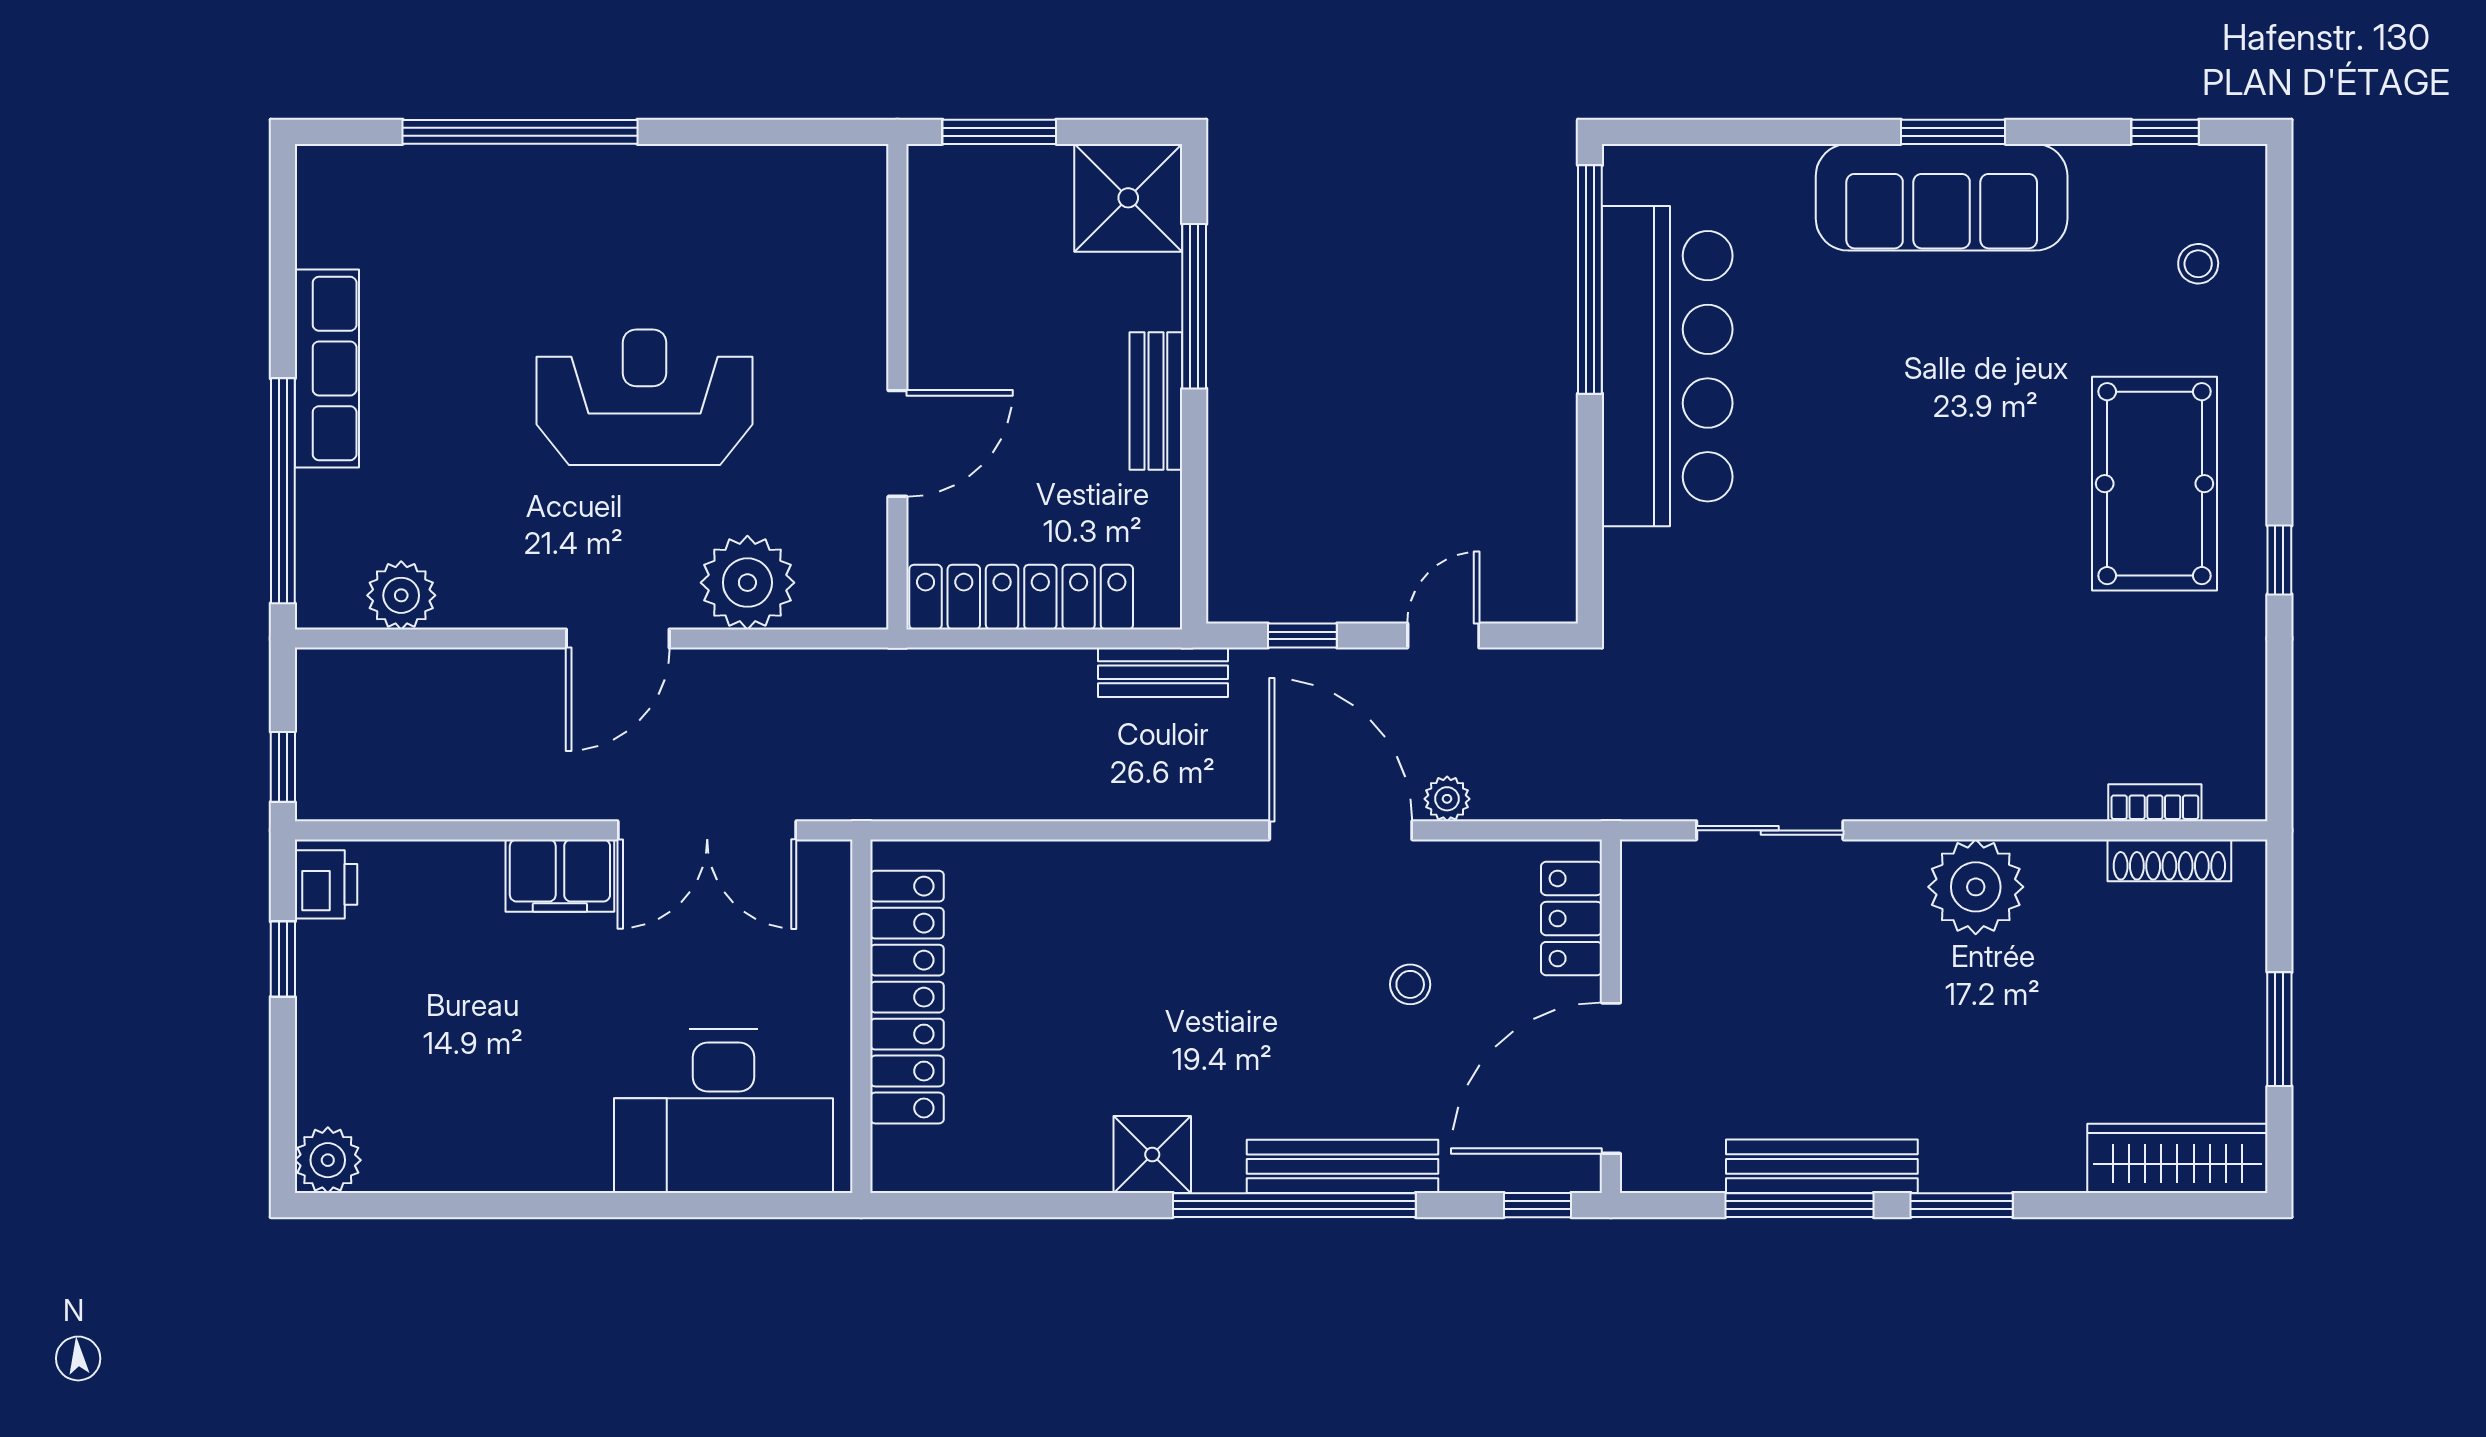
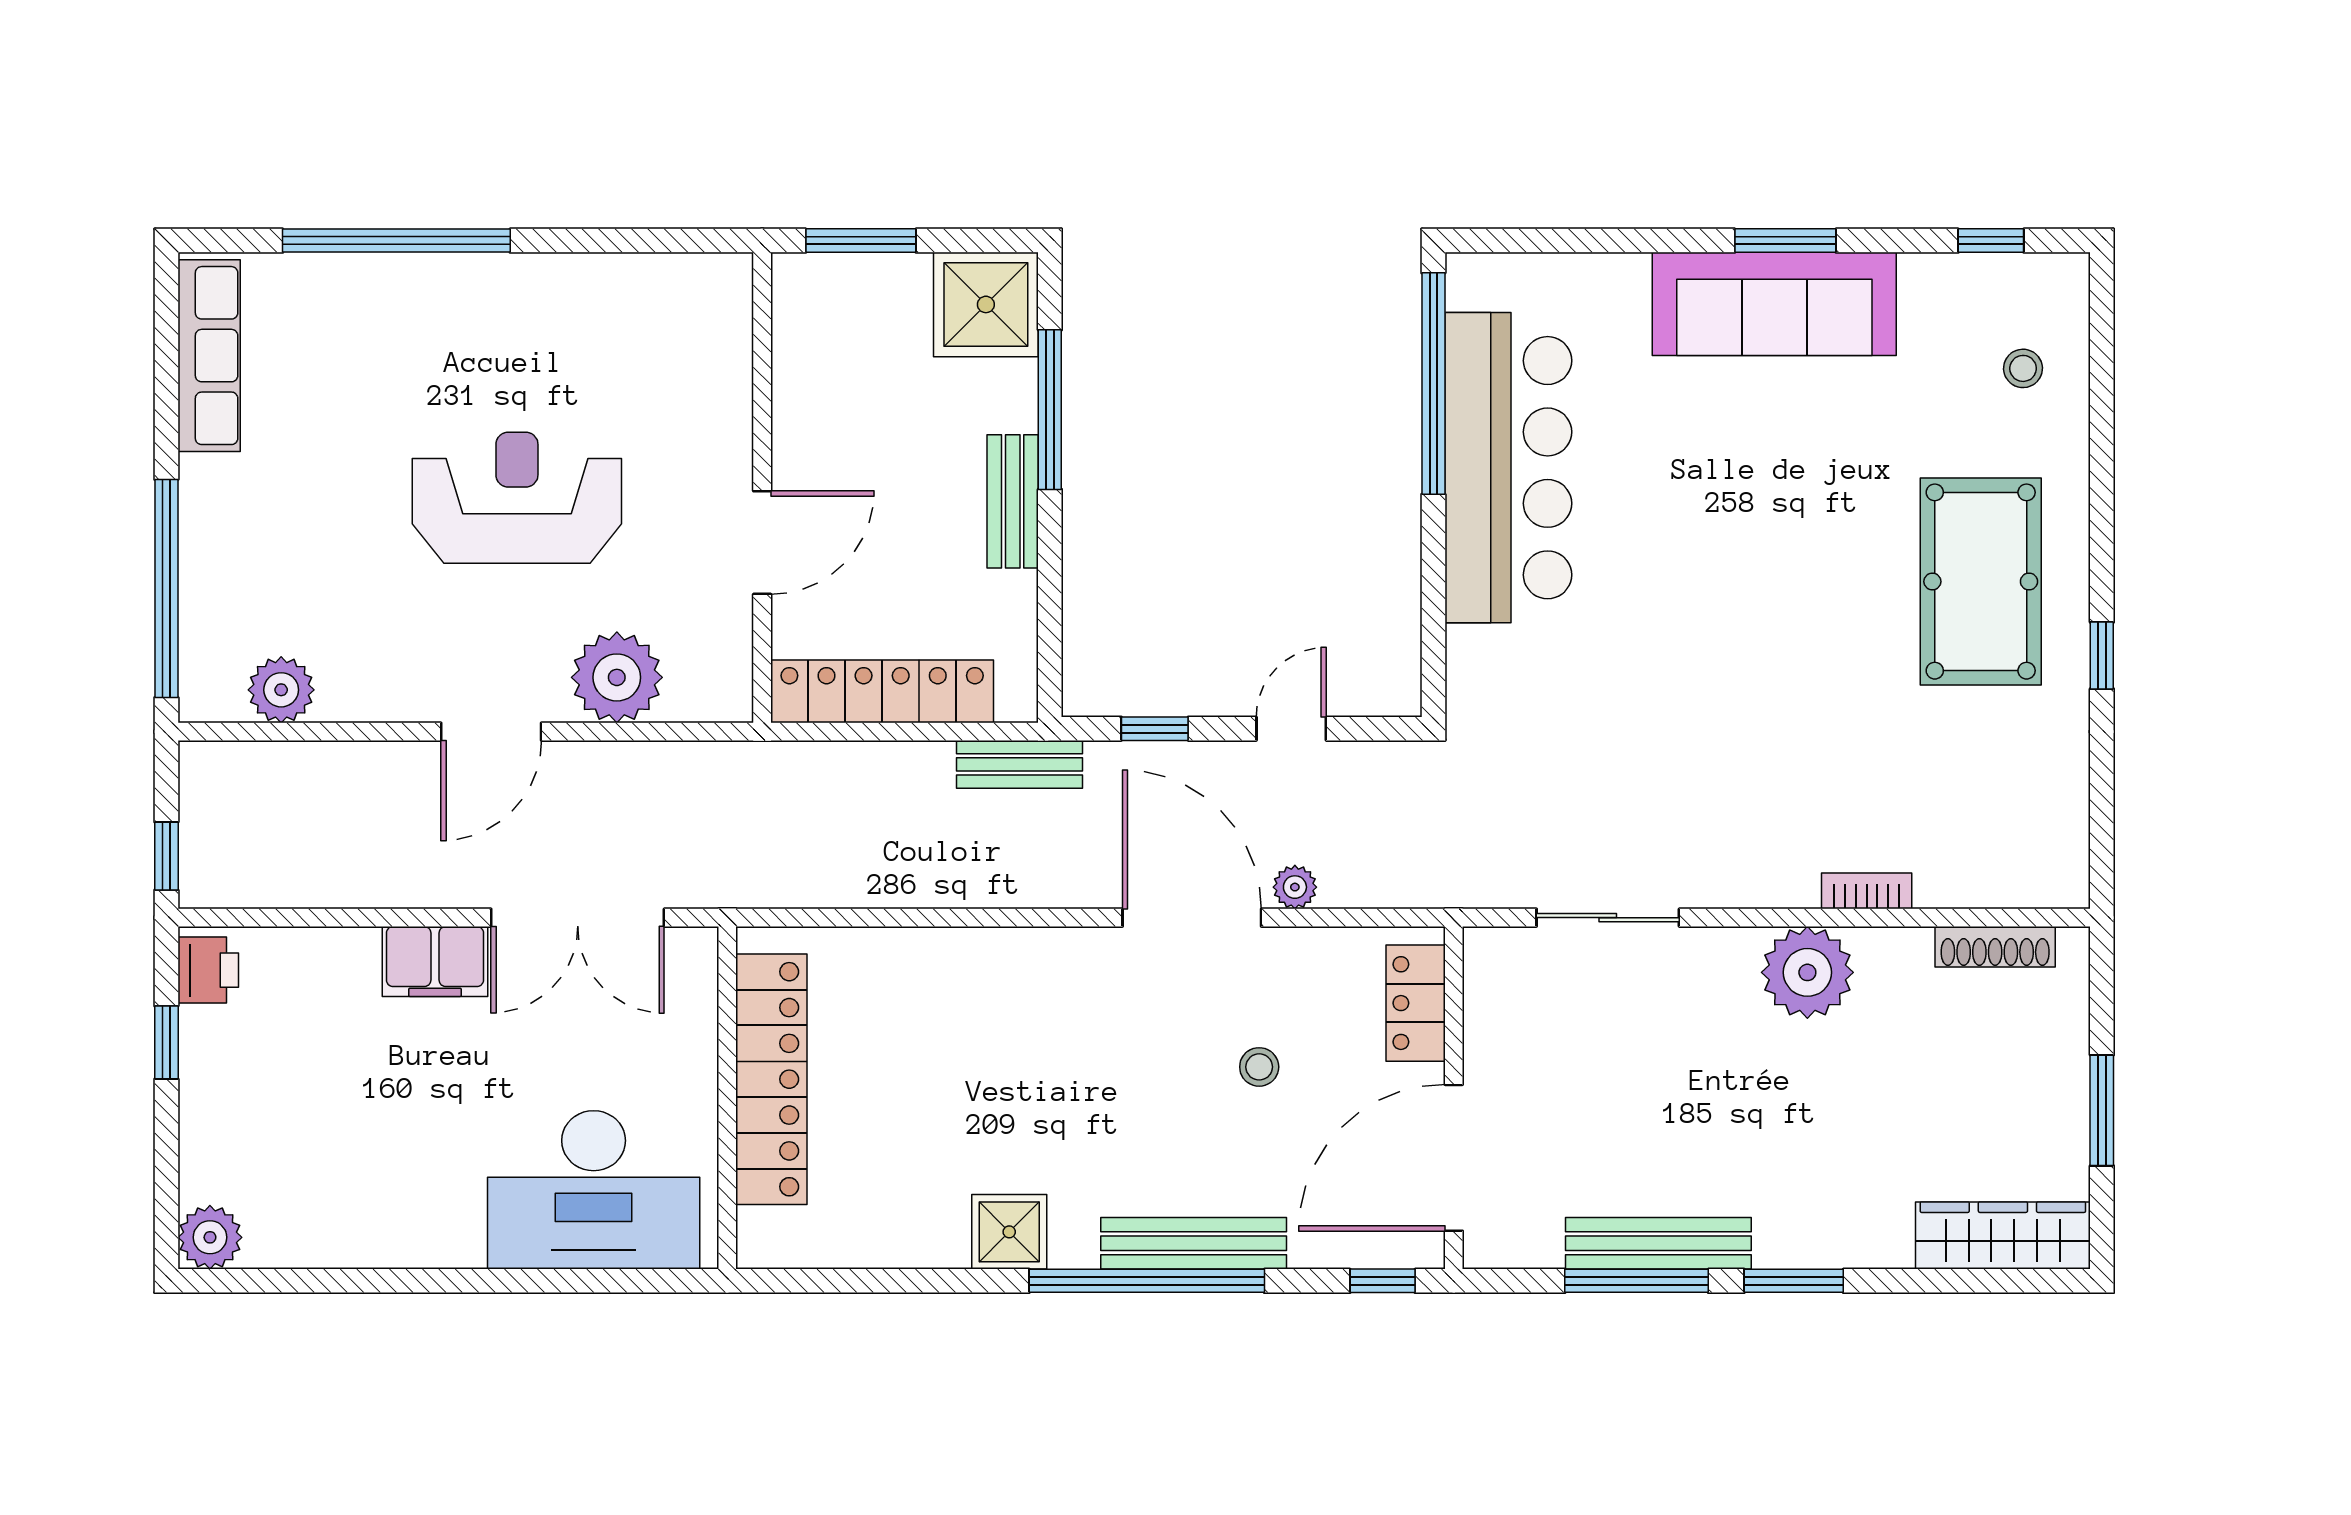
row of seats: (327, 368) -> (209, 356), moved
bookcase: (2155, 803) -> (1867, 891), moved

